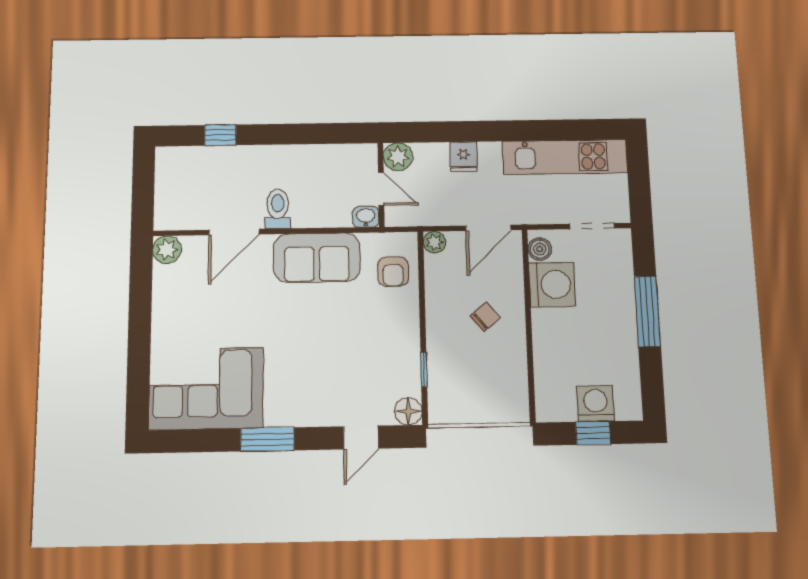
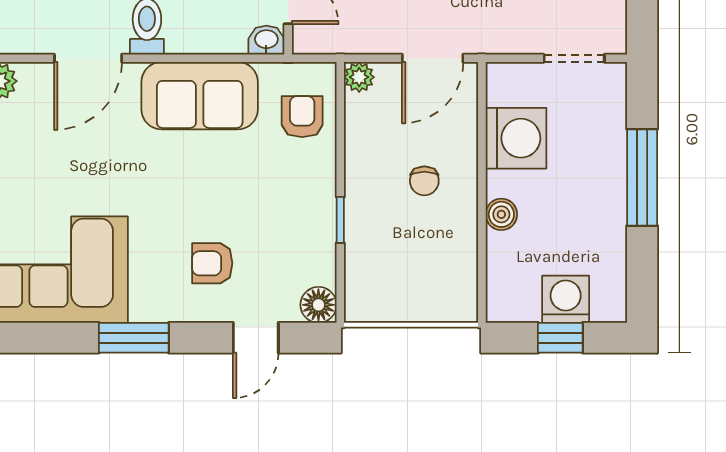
boiler: (540, 249) -> (501, 214), moved
armchair: (393, 272) -> (302, 117), turned 180
chair: (485, 317) -> (424, 181), turned 129
window: (424, 369) -> (340, 220), moved
armchair: (327, 381) -> (212, 263), added

